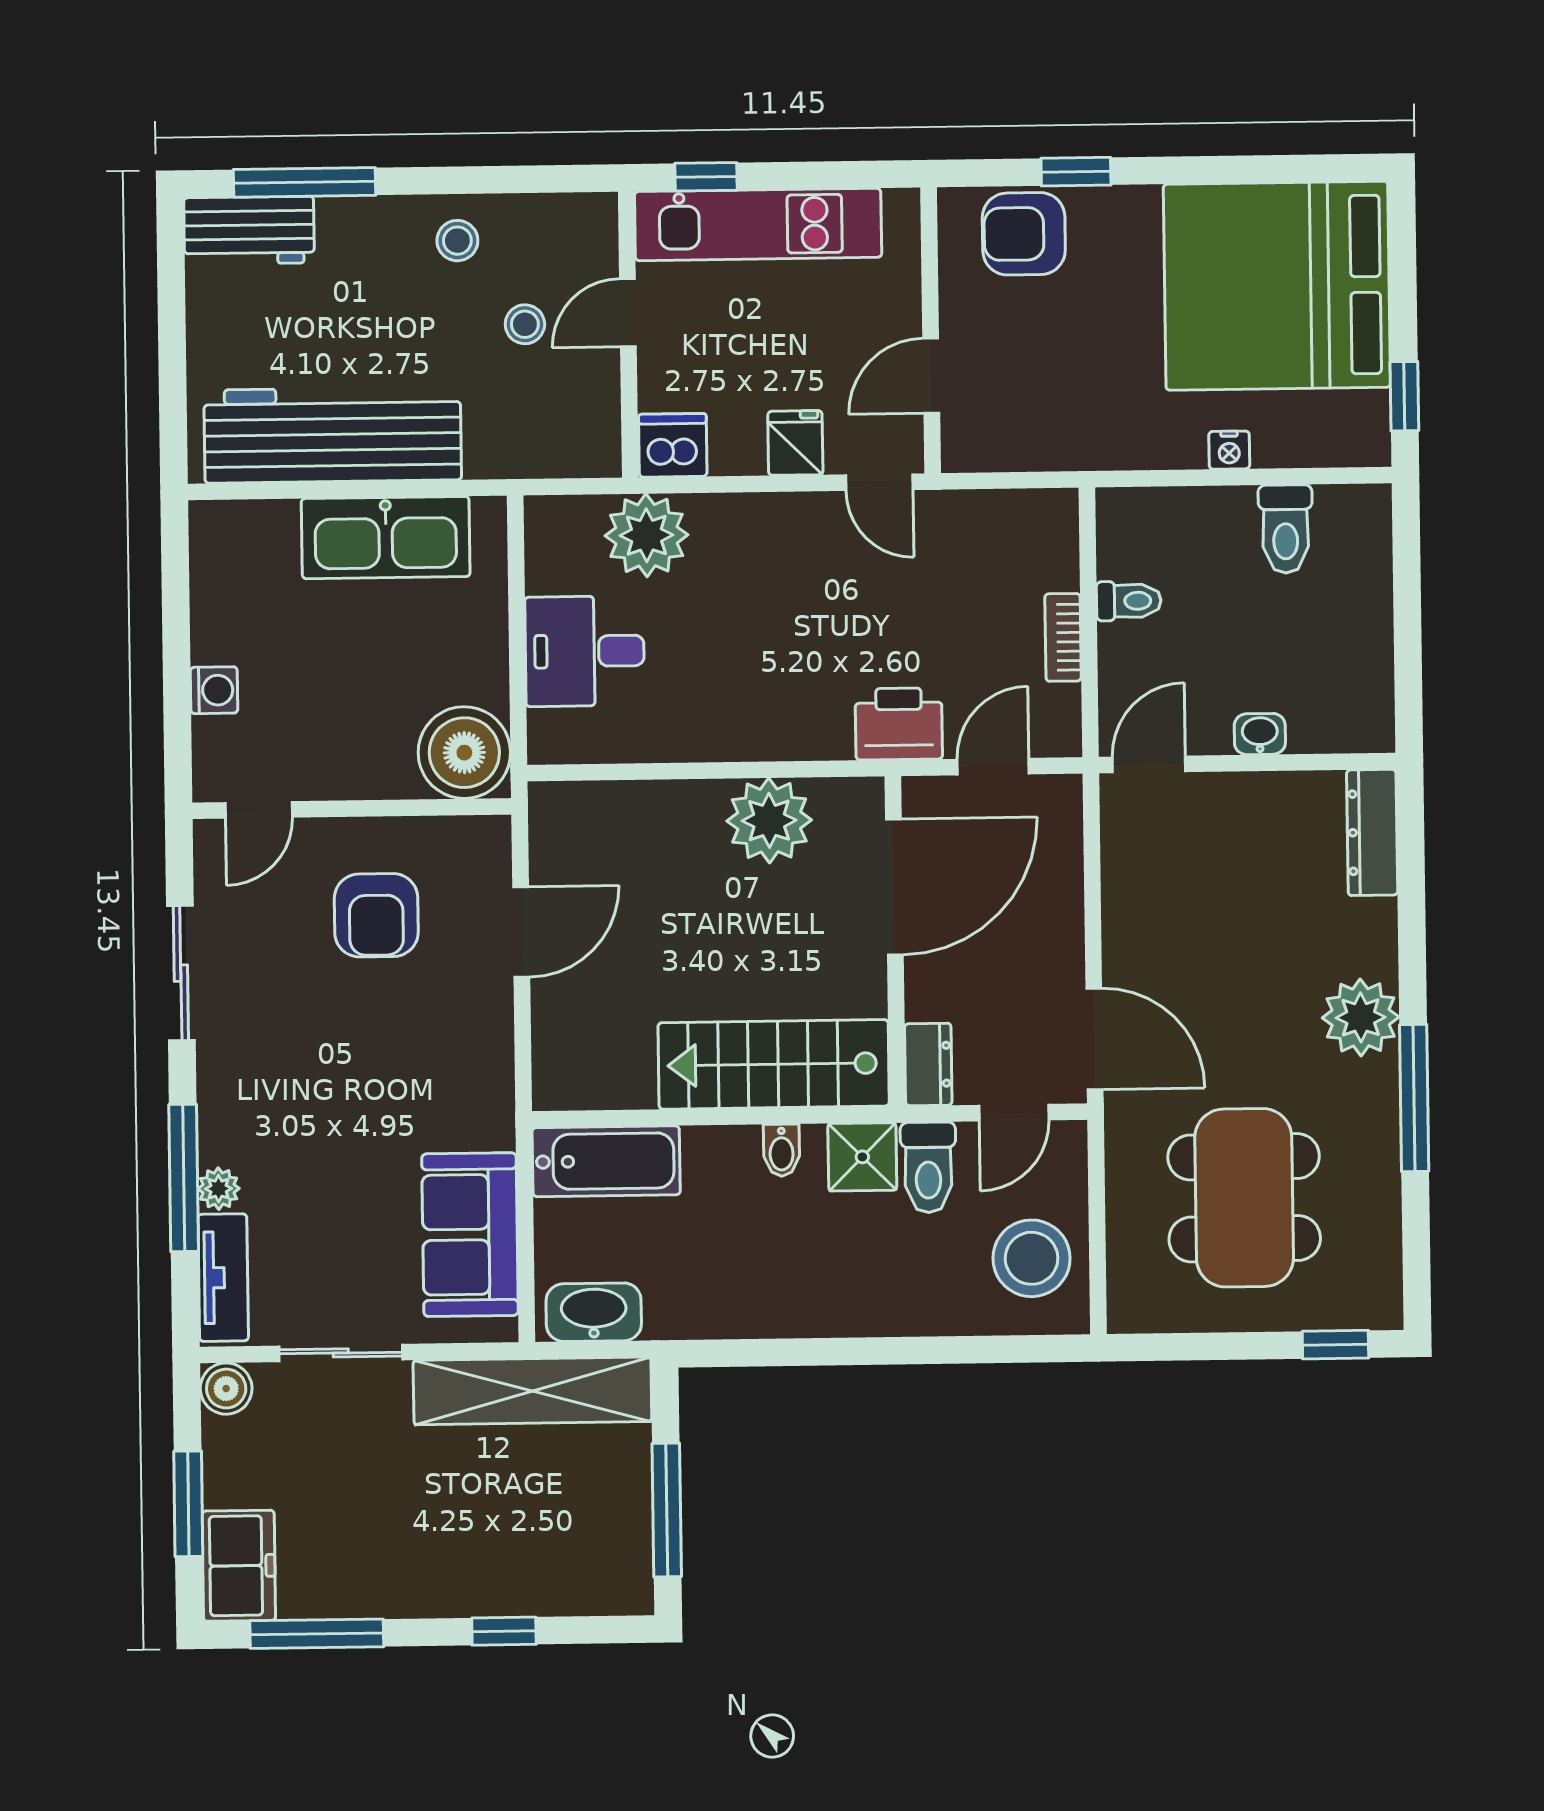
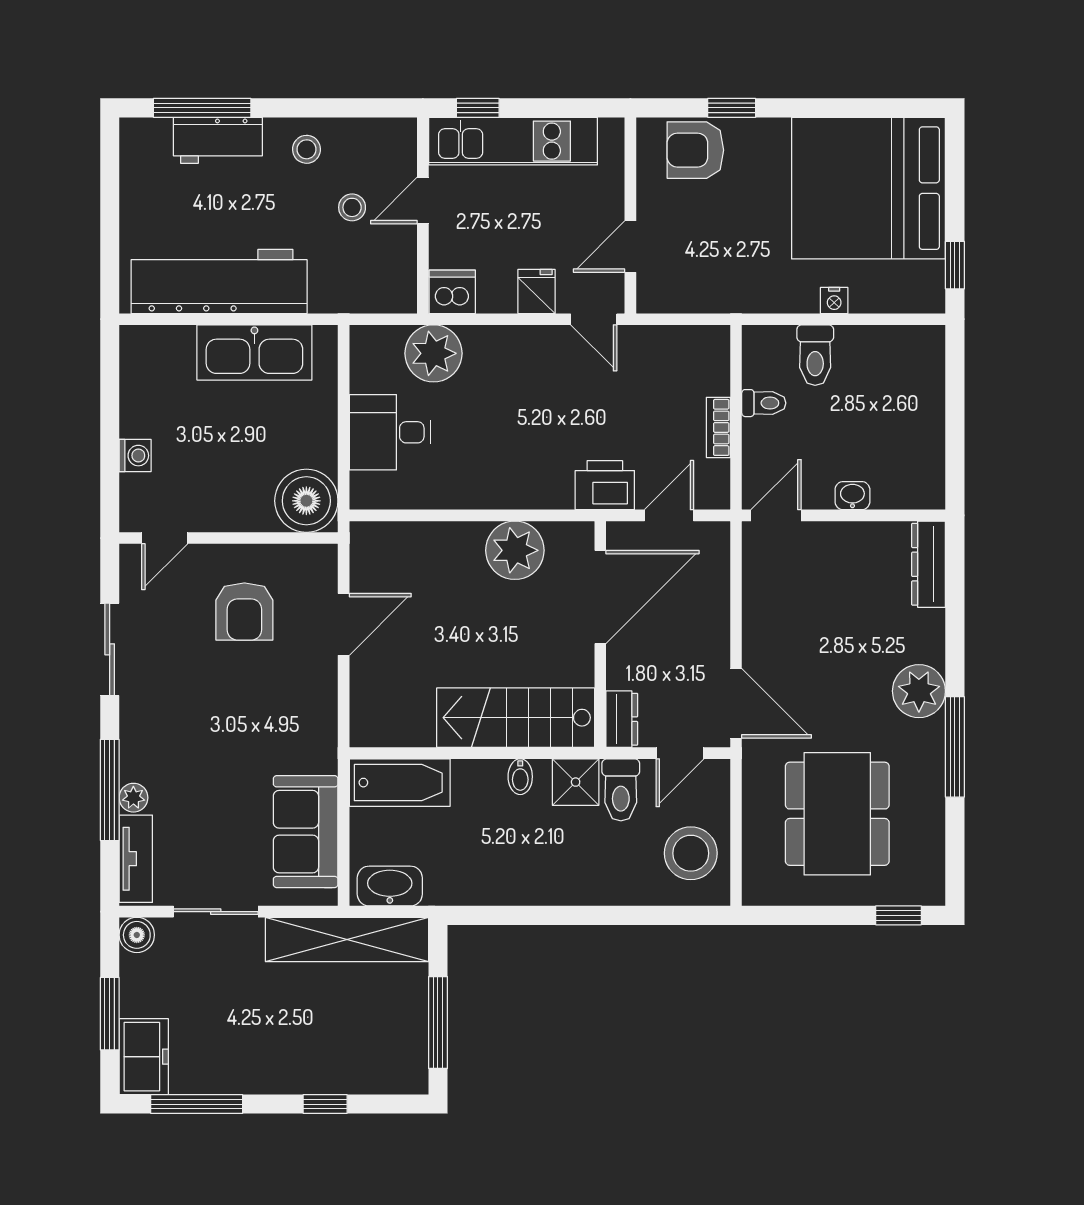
workbench: (249, 230) -> (218, 140), moved
toilet: (1285, 529) -> (815, 355), moved

